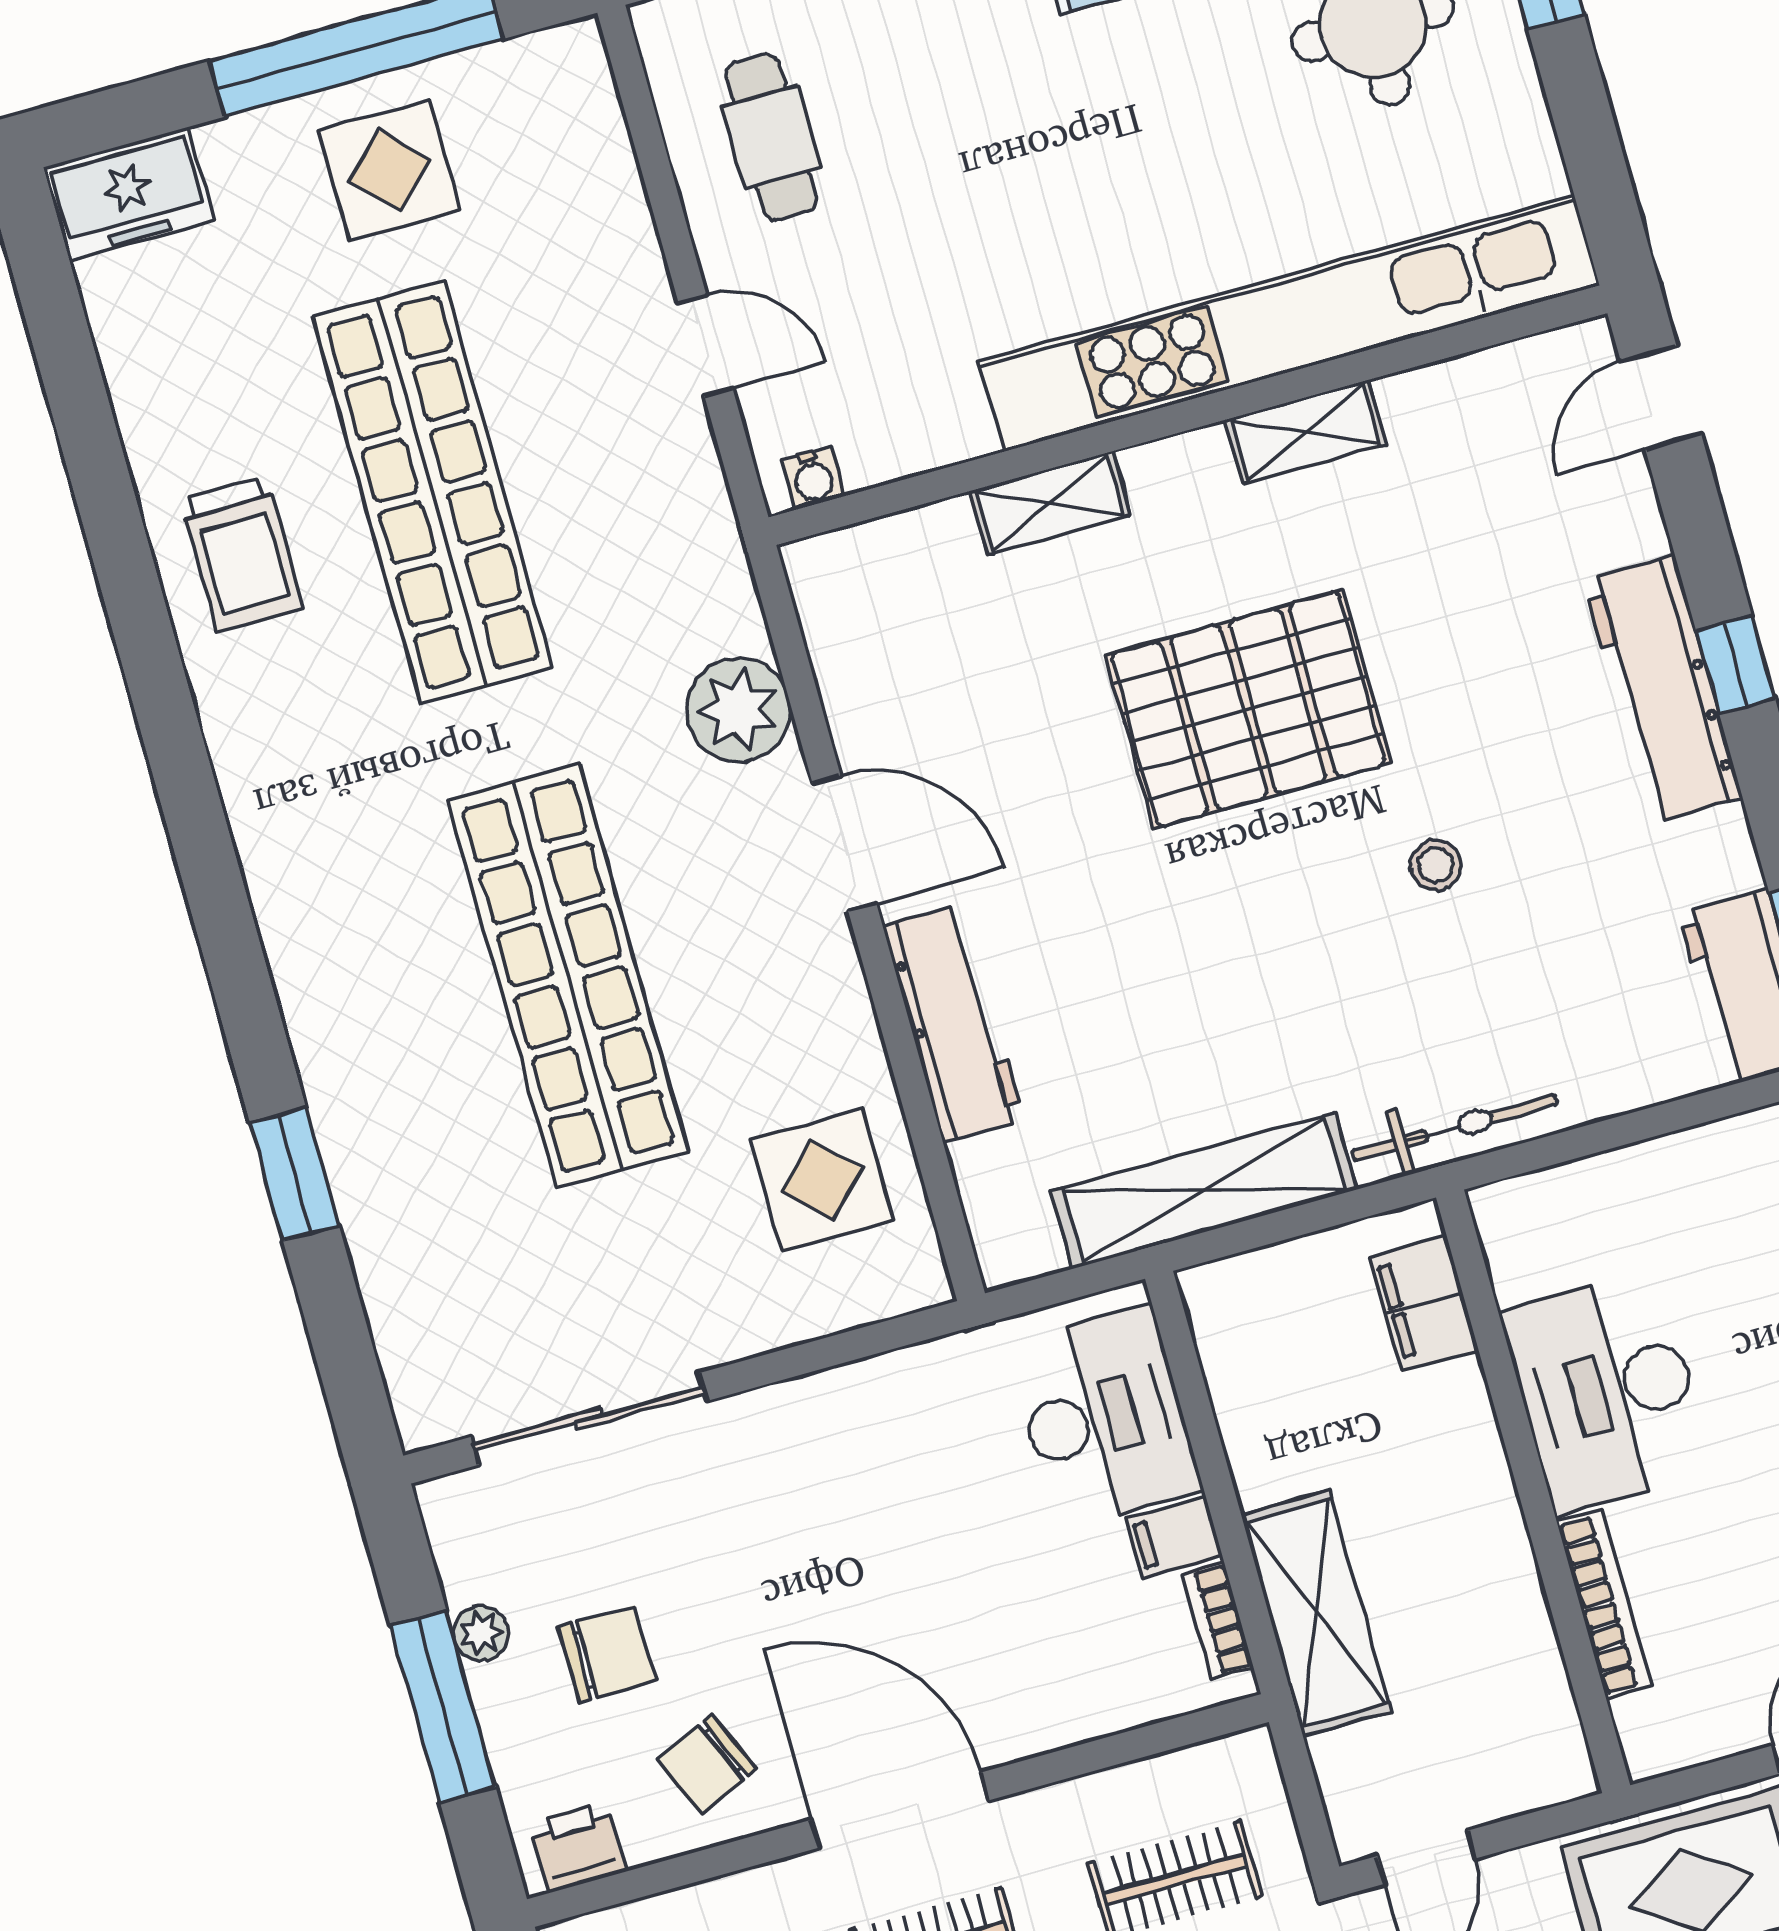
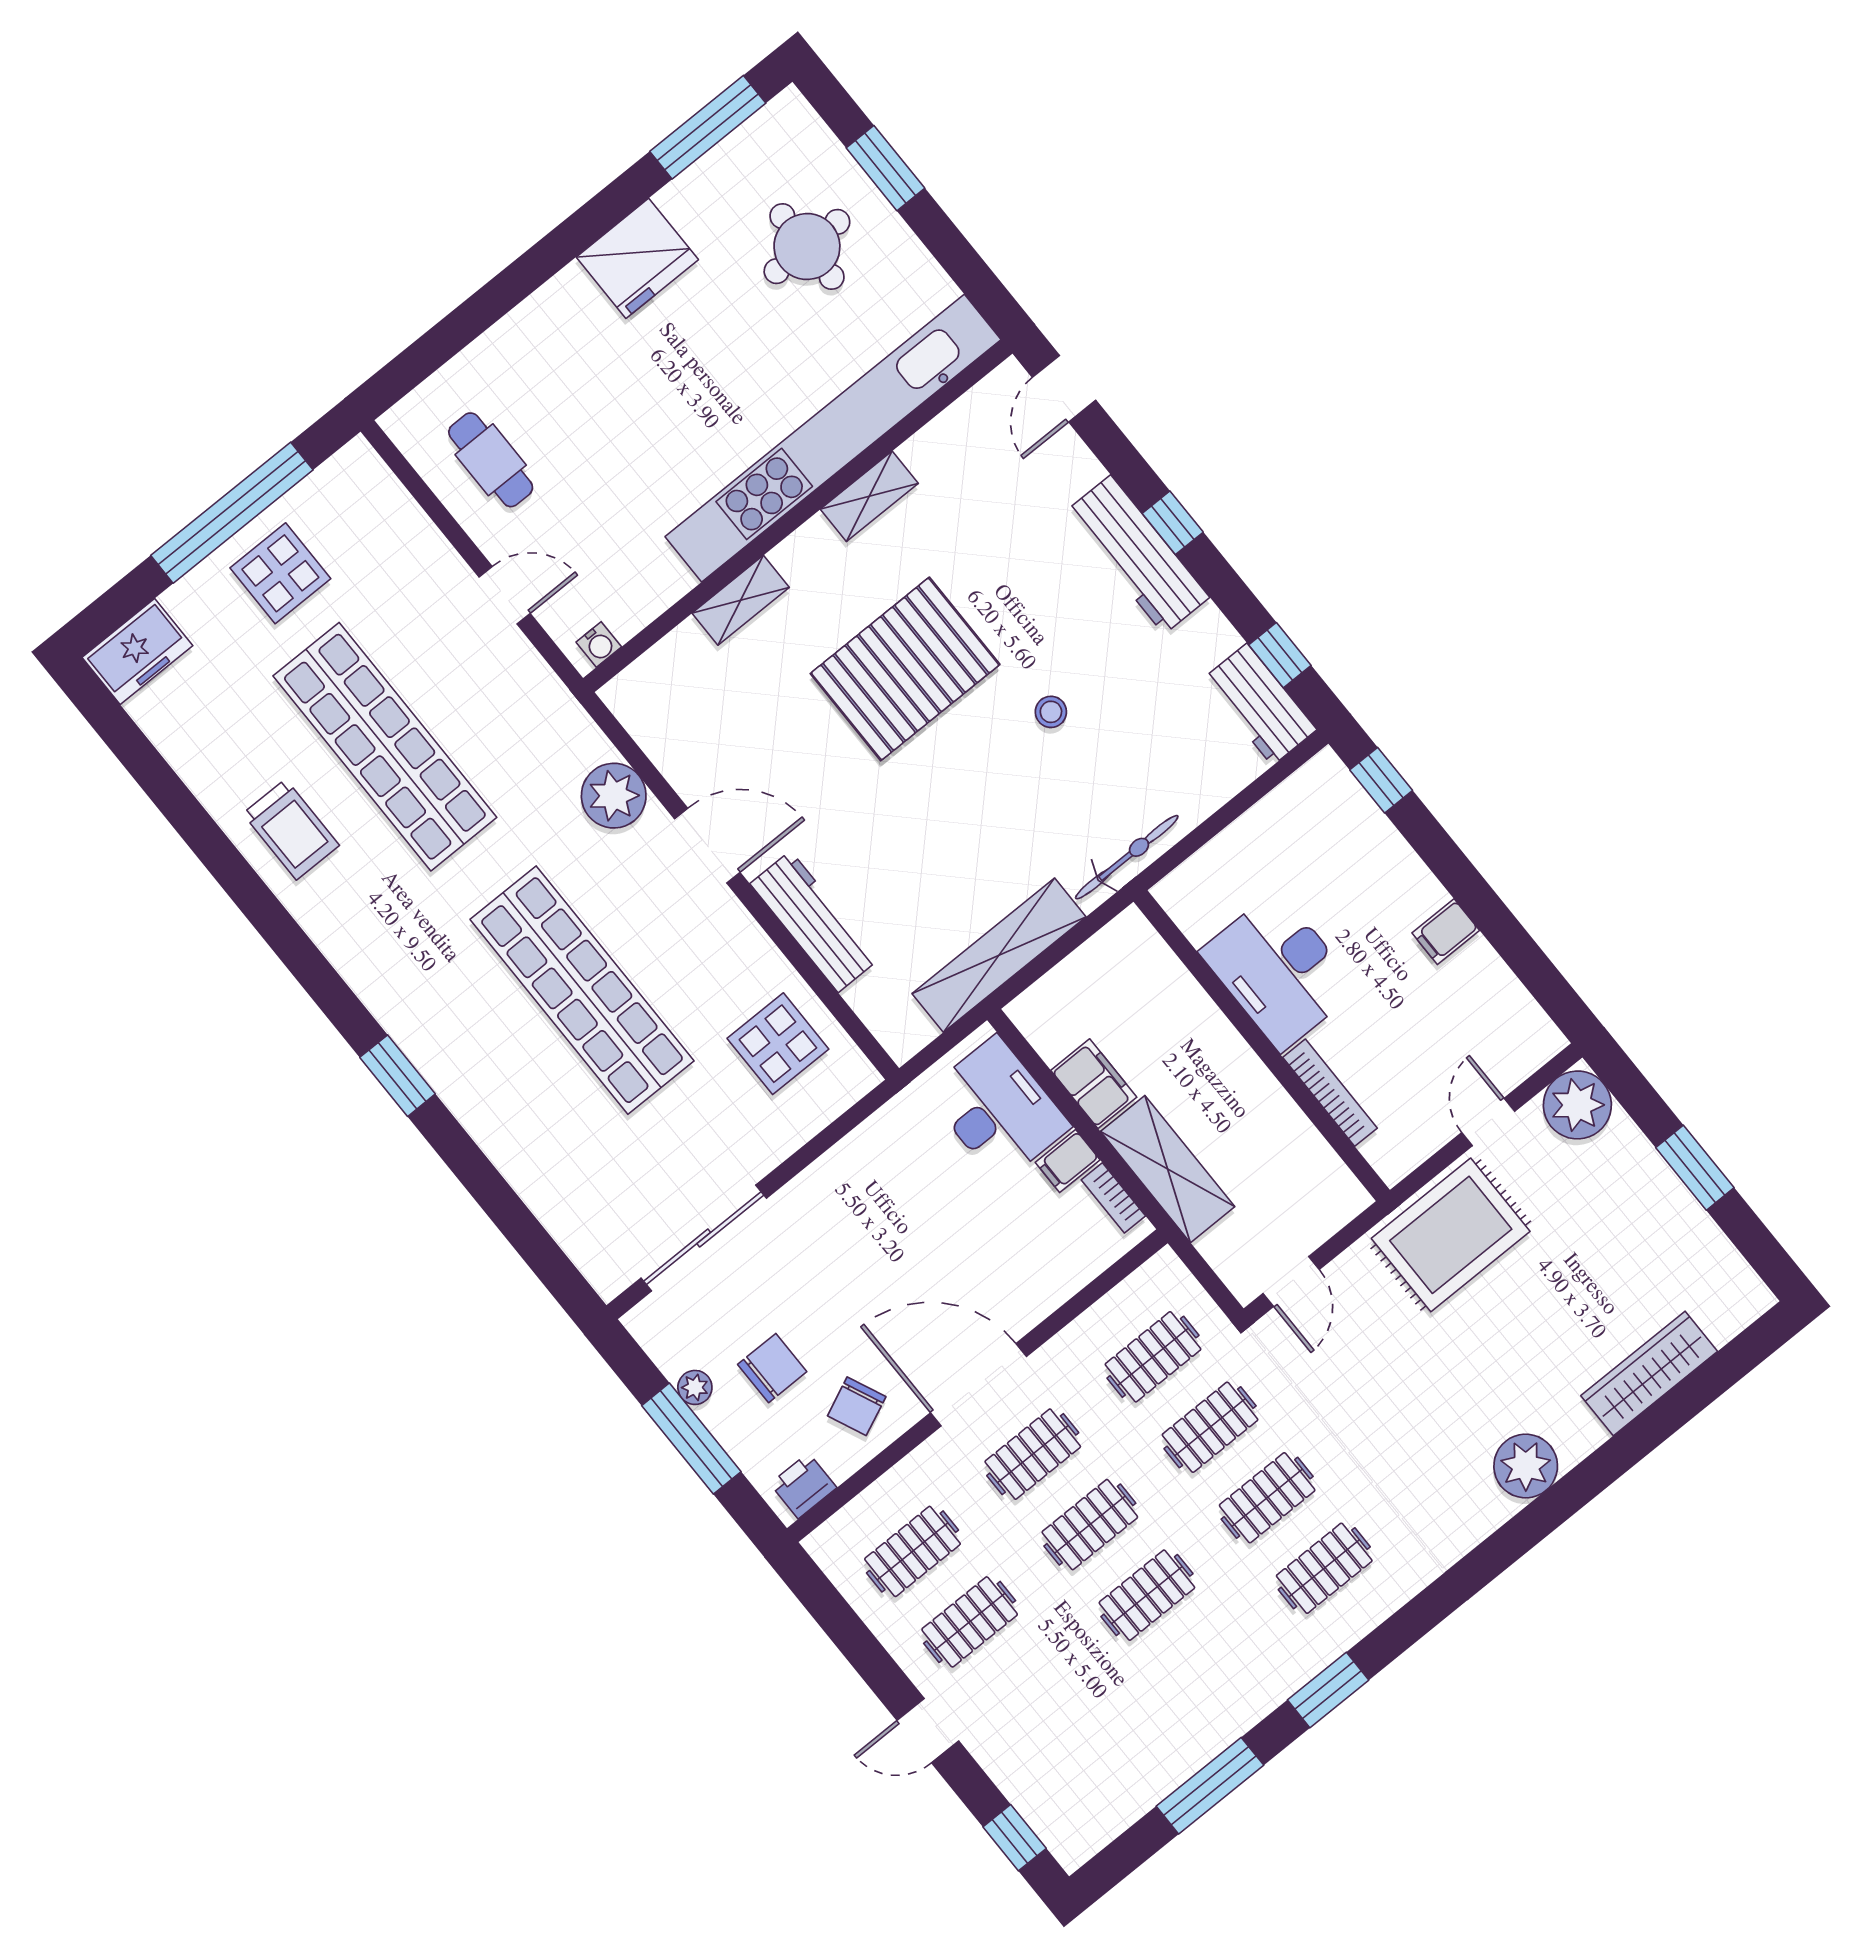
window: (294, 1174) -> (398, 1076), moved
filing cabinet: (1424, 1303) -> (1094, 1084), moved, turned 180

